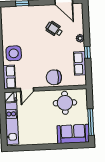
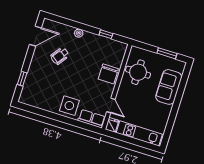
window: (87, 52) -> (106, 34), moved
row of seats: (80, 63) -> (104, 43), removed
window: (91, 122) -> (167, 53), width x0.69
sofa: (73, 134) -> (169, 87), moved

